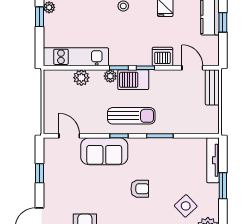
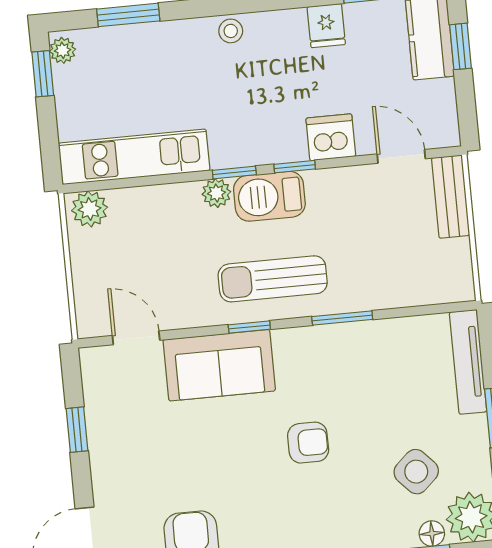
plant: (81, 78) -> (90, 209), moved
sun lounger: (131, 116) -> (273, 279), turned 180

